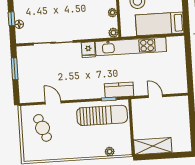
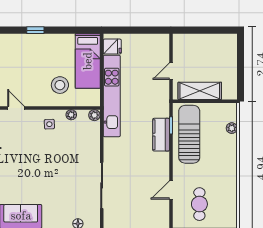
fridge: (88, 50) -> (112, 46), moved
kitchen counter: (119, 90) -> (161, 135), moved
cafe table: (42, 128) -> (199, 204), turned -69
shelving: (153, 146) -> (200, 91), moved, turned 90

